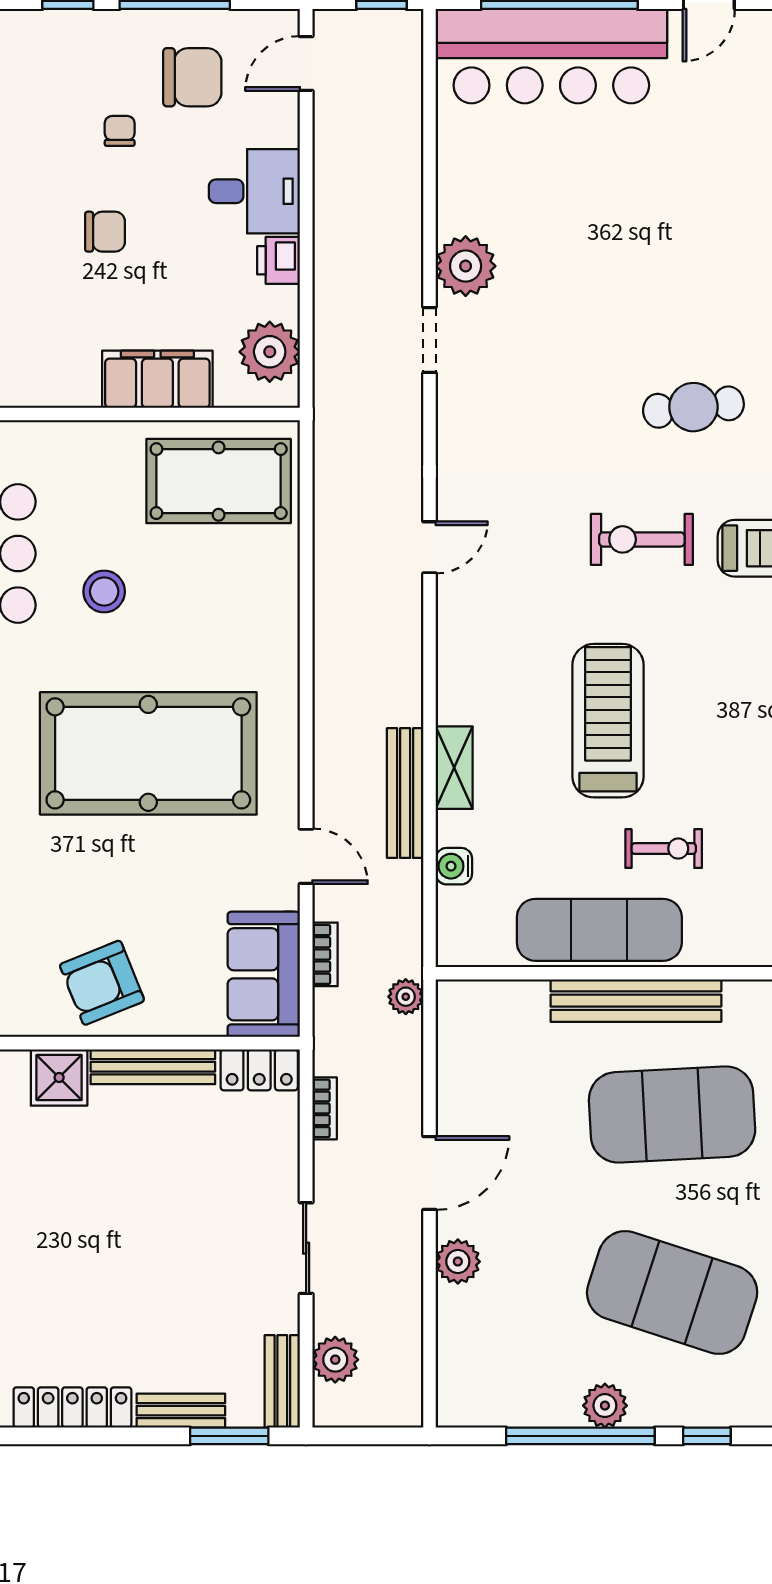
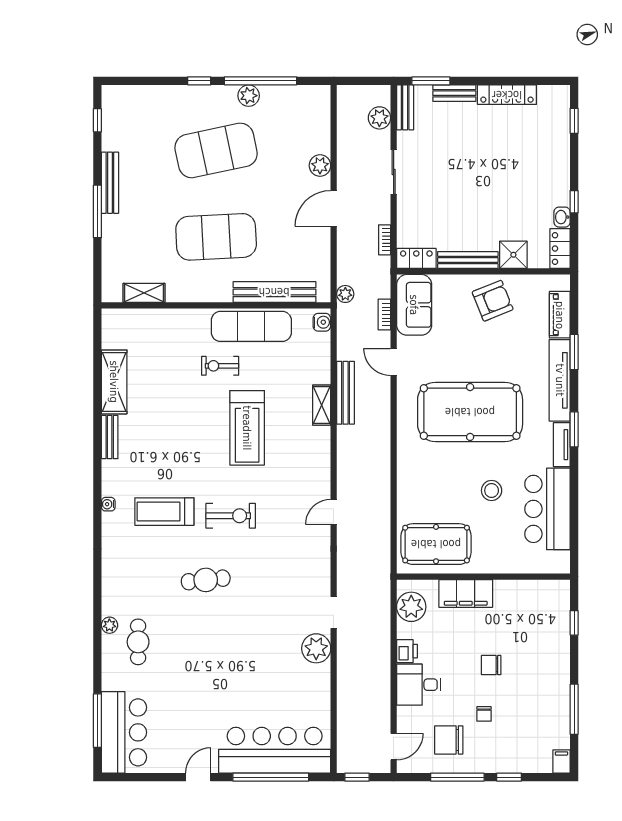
water cooler: (454, 866) -> (322, 322), moved
bench: (636, 1001) -> (274, 292), moved
exercise mat: (672, 1292) -> (216, 150), turned -30

